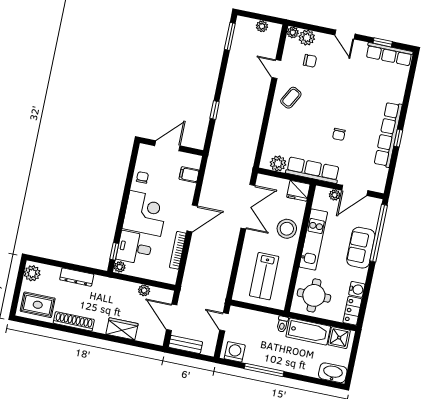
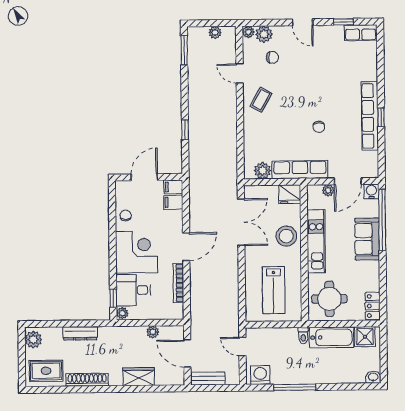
row of seats: (389, 54) -> (361, 33), width x0.68
filing cabinet: (192, 161) -> (173, 187), added
water cooler: (357, 289) -> (371, 191), moved, turned -90
washbasin: (333, 373) -> (373, 377), width x0.52, depth x0.69

